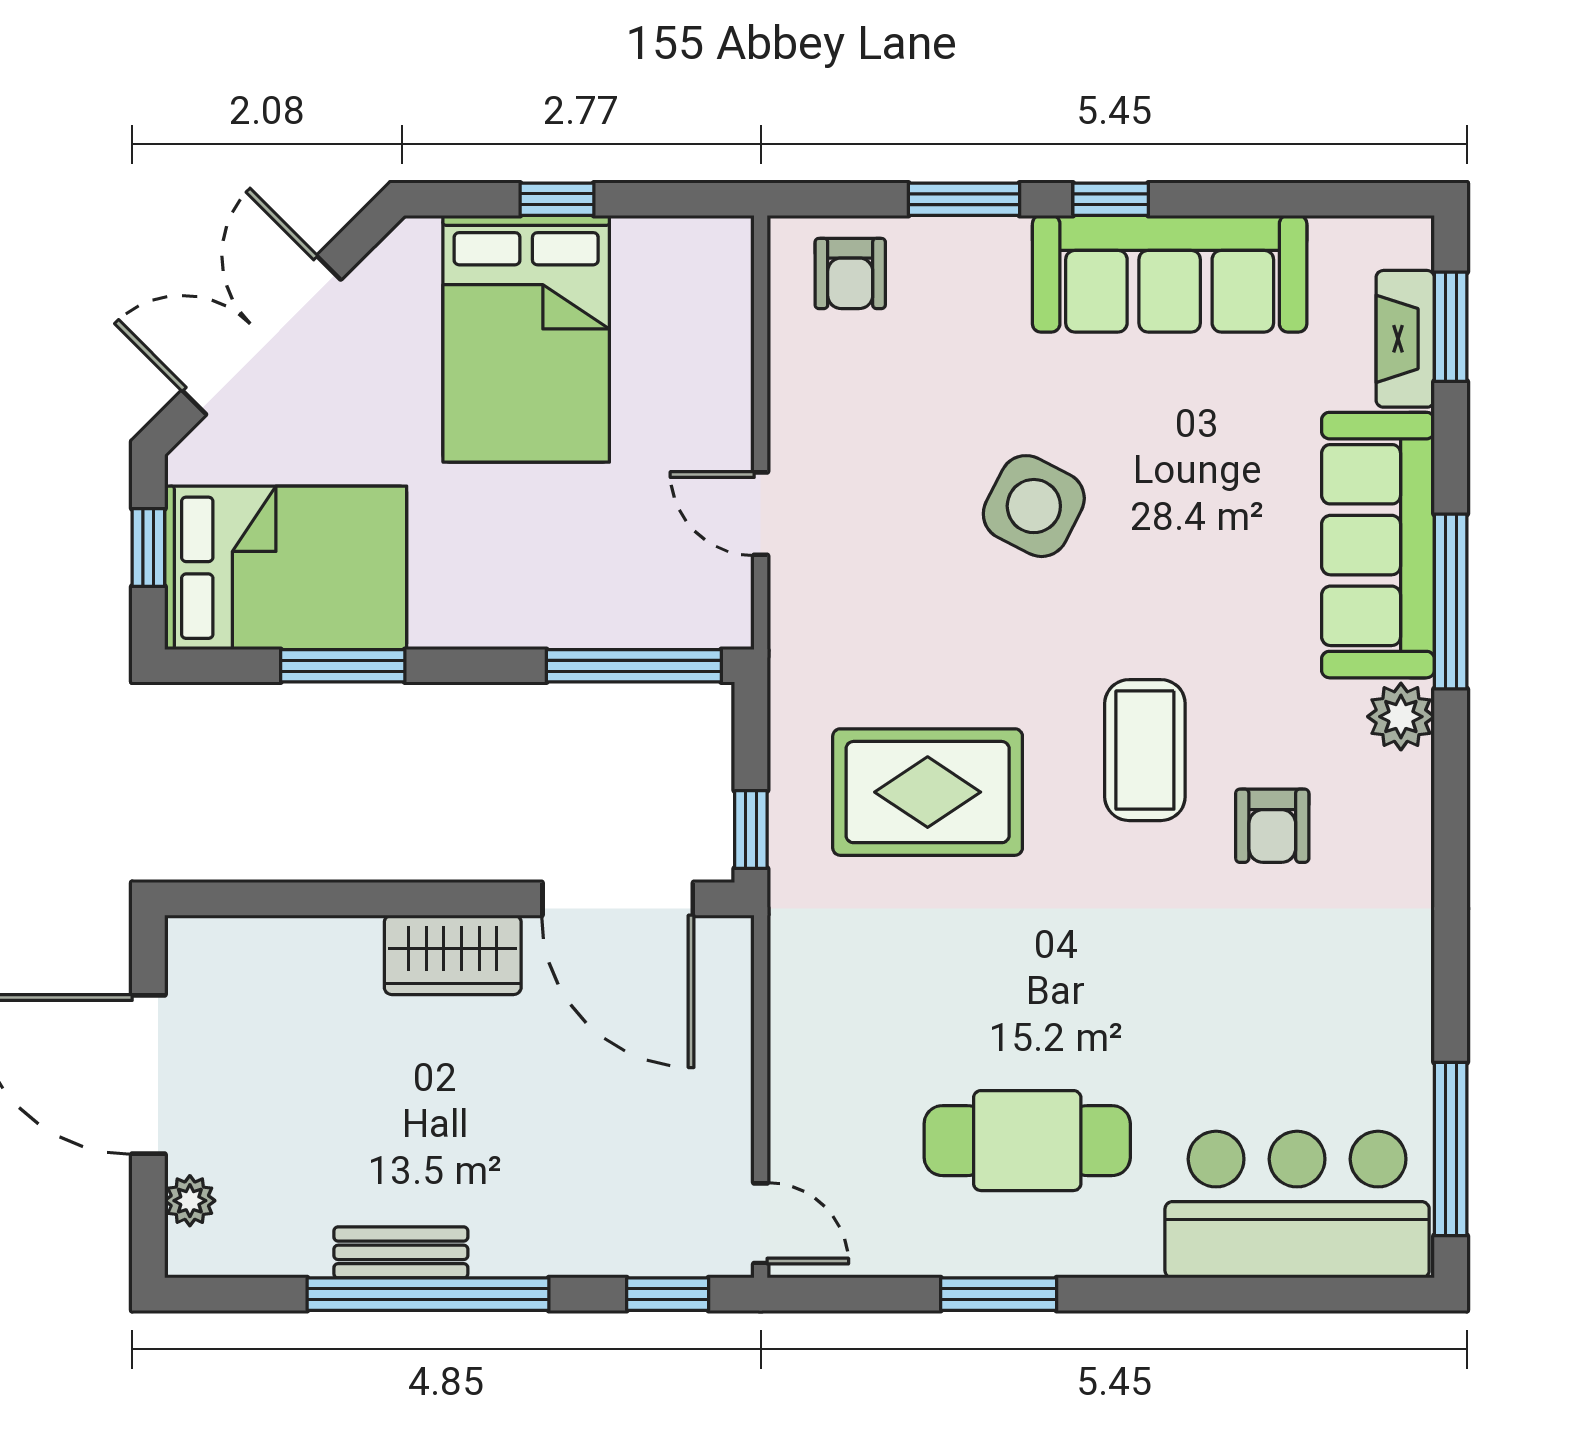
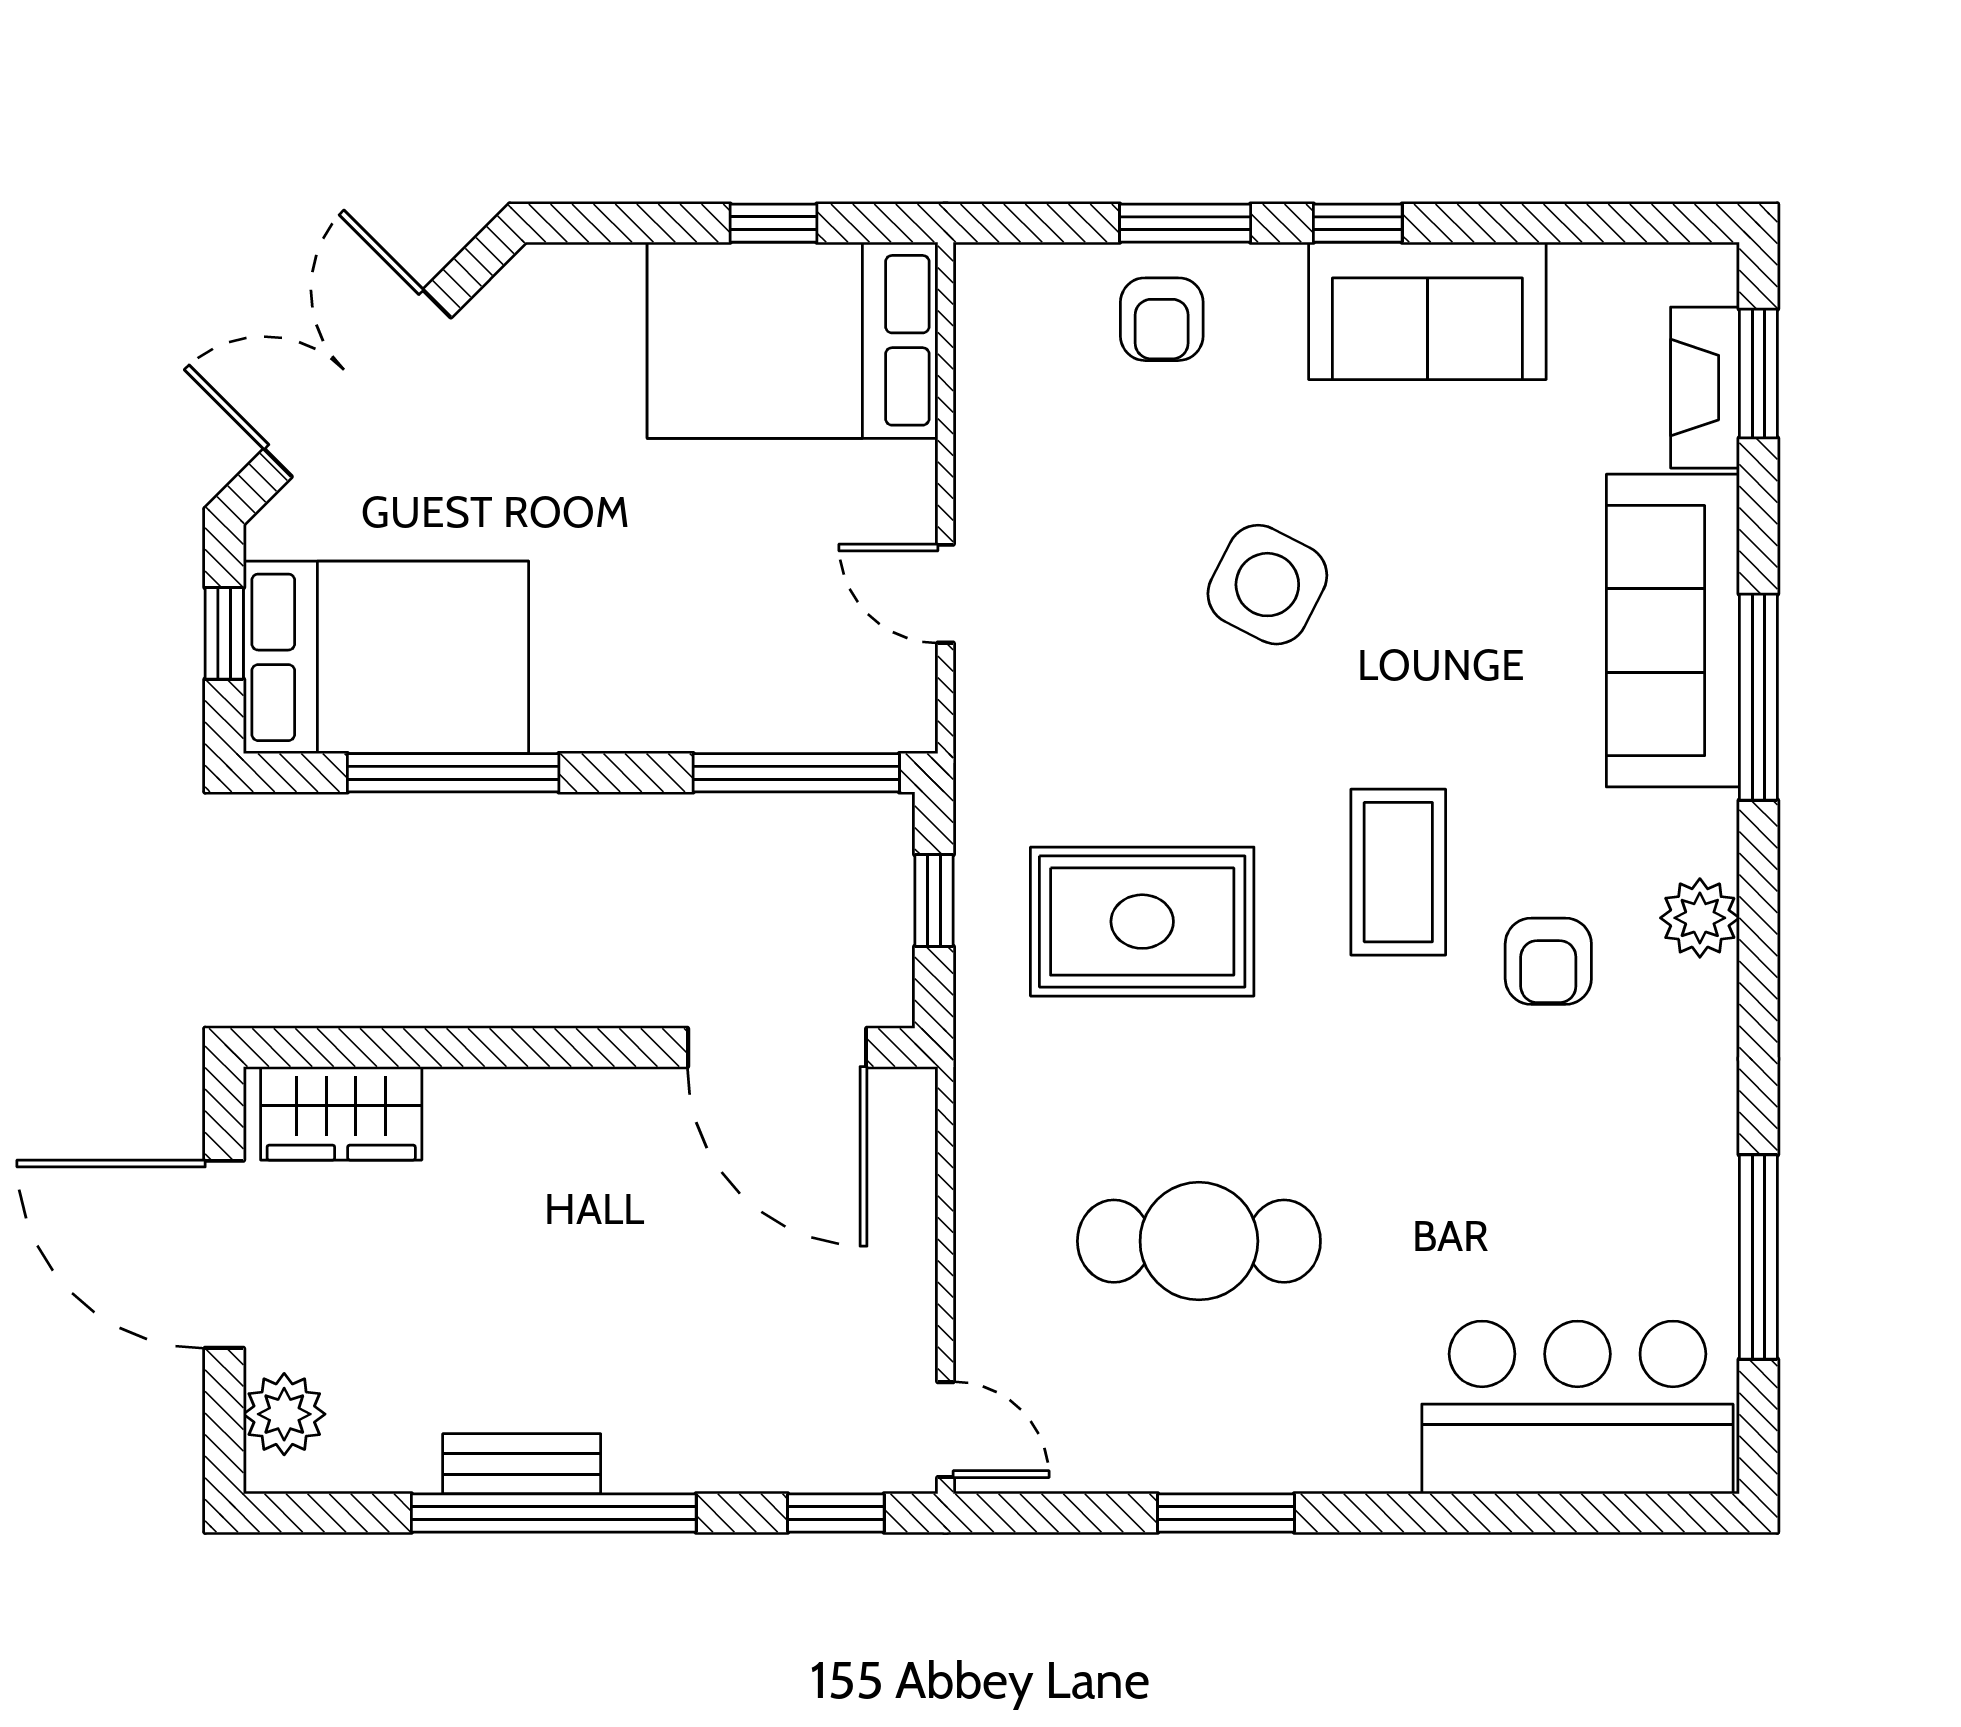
window: (557, 199) -> (774, 223), moved
armchair: (850, 273) -> (1162, 319), moved
sofa: (1170, 274) -> (1427, 311), width x0.73
bed: (526, 339) -> (793, 340), moved, turned 90
window: (343, 666) -> (453, 773), width x1.44
plant: (1401, 717) -> (1700, 918), moved
window: (751, 830) -> (934, 900), moved
wardrobe: (453, 955) -> (341, 1113), moved
cafe table: (1027, 1141) -> (1199, 1241), moved
window: (1451, 1149) -> (1758, 1257), moved
plant: (190, 1201) -> (284, 1414), width x1.38, depth x1.38

